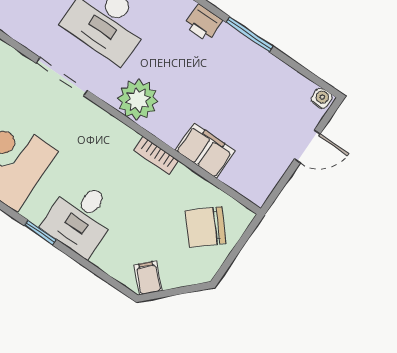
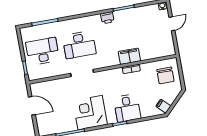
plant: (138, 100) -> (110, 58), removed
filing cabinet: (205, 150) -> (129, 56), moved
chair: (205, 227) -> (165, 75), turned -49

